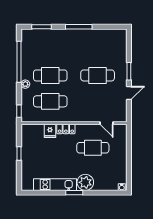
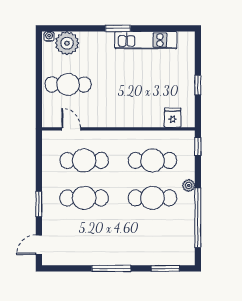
door: (129, 93) -> (39, 245), moved
cafe table: (98, 101) -> (84, 160), added
locker: (66, 129) -> (130, 120), removed
fridge: (50, 131) -> (173, 118), moved
cafe table: (93, 148) -> (68, 84), moved
plant: (85, 182) -> (67, 43), moved

